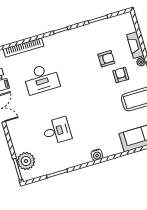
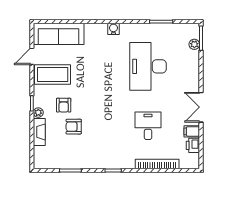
desk: (41, 79) -> (148, 126), width x0.73
desk: (57, 131) -> (148, 66), width x1.87, depth x1.30
plant: (26, 161) -> (194, 44), width x0.53, depth x0.53

